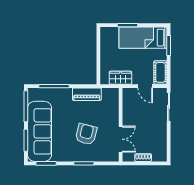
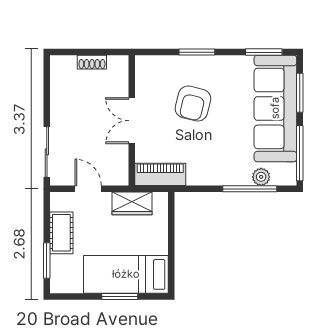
bed: (143, 38) -> (126, 274), moved, turned 180
cot: (160, 72) -> (61, 233), moved
plant: (48, 93) -> (261, 177), added
piano: (87, 94) -> (160, 174), moved
double door: (121, 139) -> (132, 121), moved

